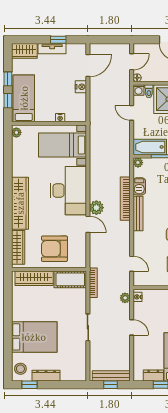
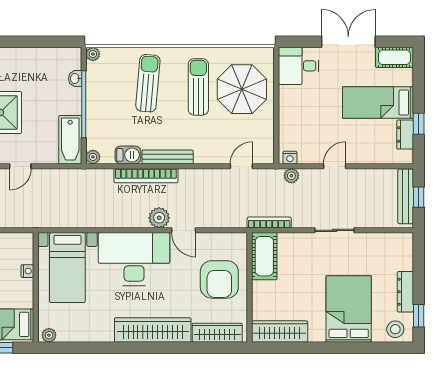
door: (88, 224) -> (184, 230), swing flipped
wardrobe: (34, 278) -> (280, 332), moved, turned -90

